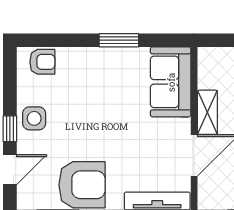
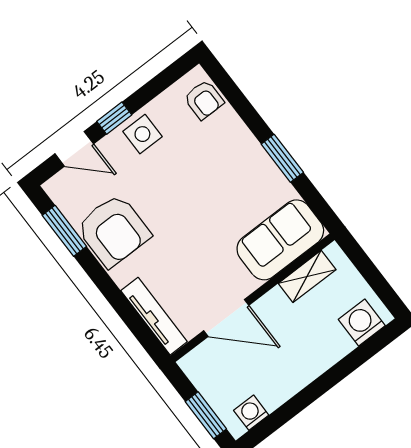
shelving: (207, 112) -> (307, 276), moved

